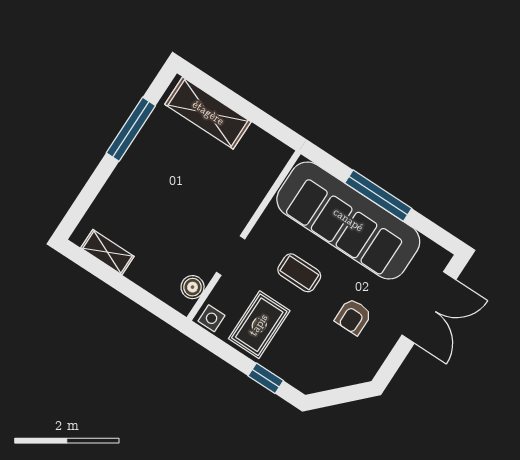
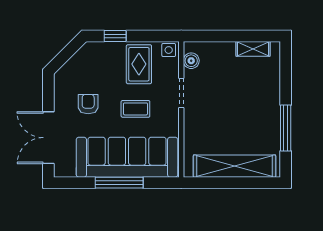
shelving: (208, 113) -> (234, 166), width x1.47

